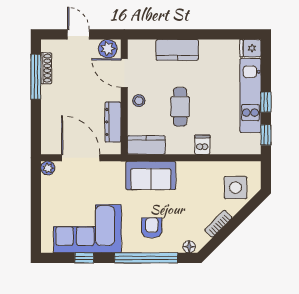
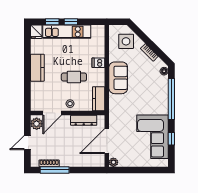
kitchen counter: (177, 50) -> (37, 68), moved
window: (266, 135) -> (52, 22), moved
sofa: (151, 175) -> (118, 78), moved
armchair: (152, 228) -> (152, 95), removed

